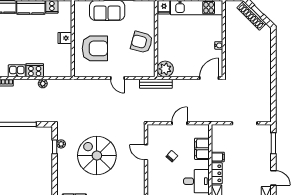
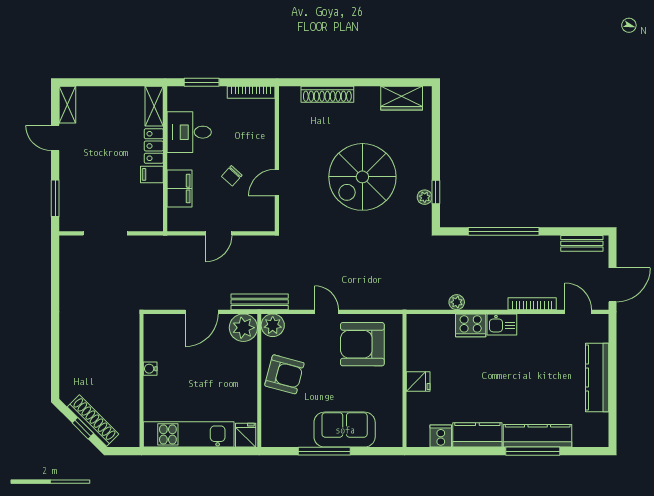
armchair: (95, 48) -> (362, 344), moved
plant: (148, 70) -> (273, 325), added
door: (209, 78) -> (202, 312), moved
door: (146, 152) -> (277, 183), swing flipped
spiral stairs: (97, 156) -> (362, 177), turned 90

